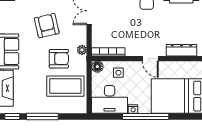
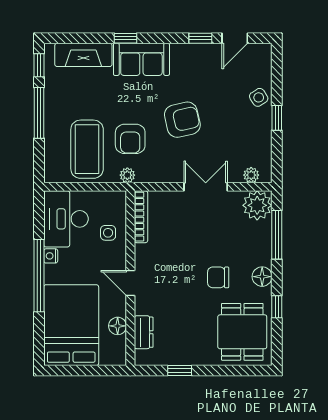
plant: (82, 50) -> (127, 175), moved
dresser: (182, 50) -> (144, 332), width x0.70
door: (150, 59) -> (130, 283), hinge flipped
floor lamp: (97, 67) -> (118, 326), moved

